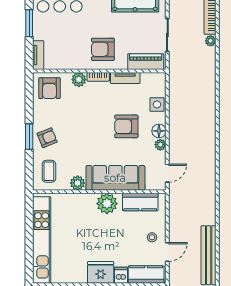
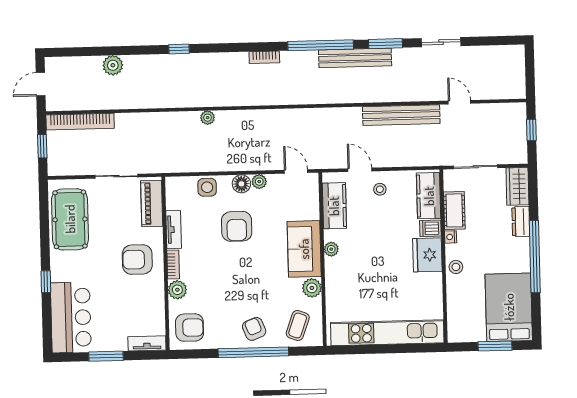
plant: (211, 41) -> (208, 118), moved
armchair: (103, 49) -> (137, 260), turned 90
window: (29, 137) -> (253, 352), width x2.11
coffee table: (49, 171) -> (298, 325), turned -70
sofa: (115, 178) -> (304, 249), width x0.73
plant: (107, 204) -> (331, 249), width x0.53, depth x0.53
door: (167, 252) -> (360, 170), moved

